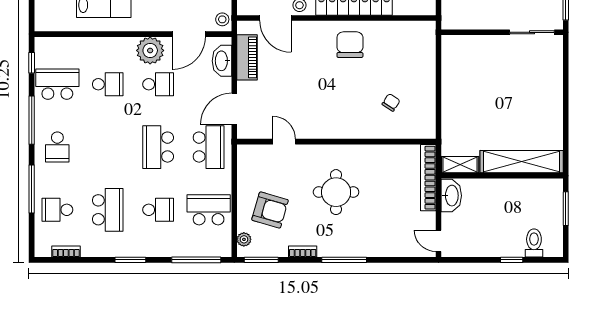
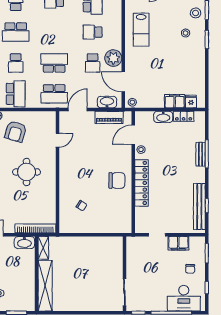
school desk: (108, 84) -> (93, 32), turned 90
door: (234, 109) -> (78, 110), hinge flipped

